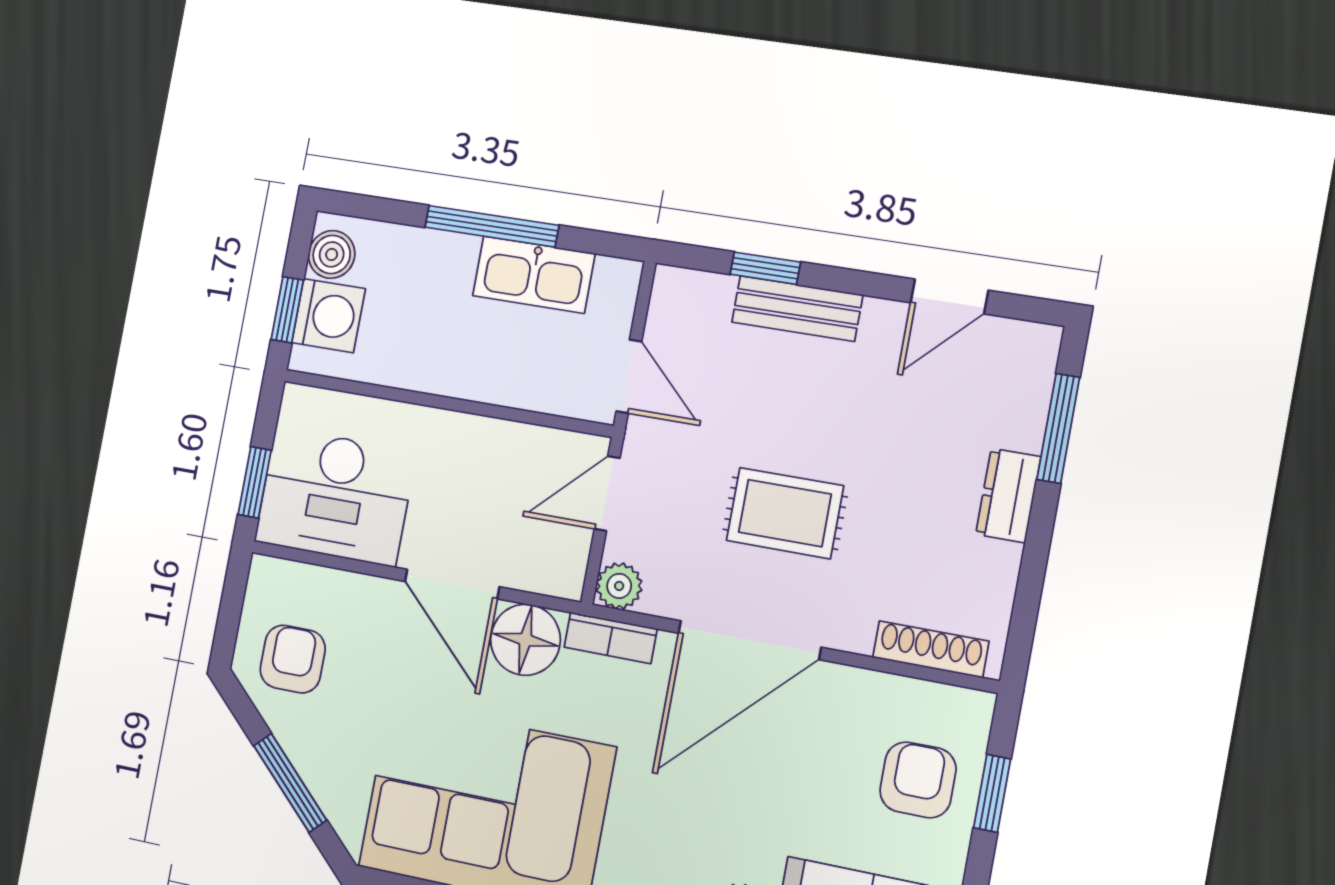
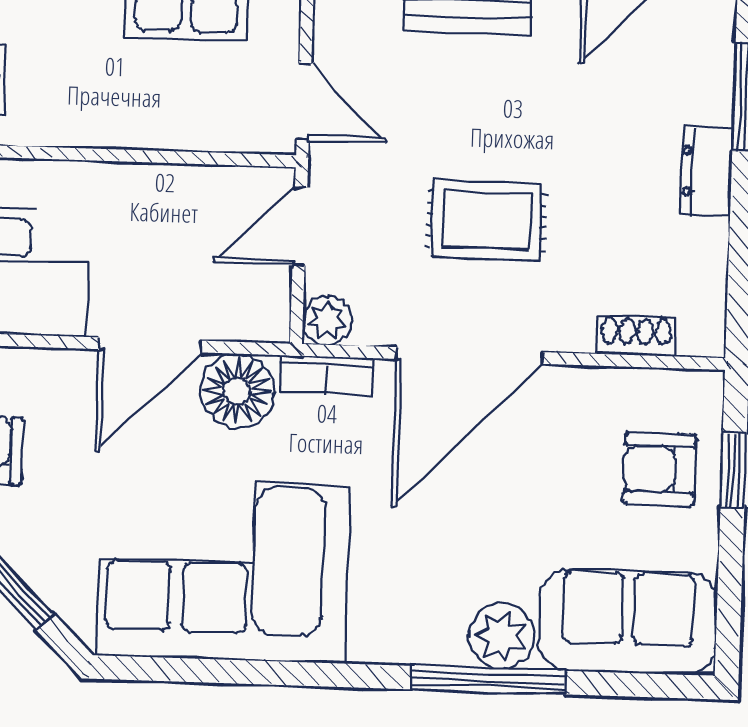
door: (452, 584) -> (150, 345), hinge flipped
shoe rack: (931, 649) -> (636, 336), width x0.70
armchair: (918, 780) -> (659, 469), turned -90

